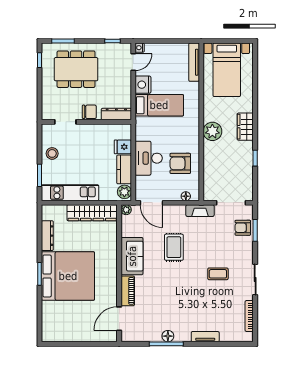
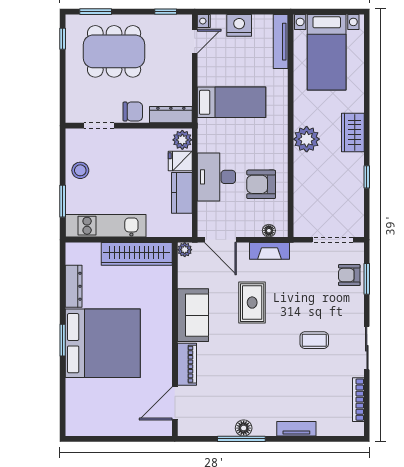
nightstand: (143, 85) -> (239, 25), moved, turned 90
plant: (124, 192) -> (182, 140), moved
fireplace: (200, 211) -> (270, 251), moved

